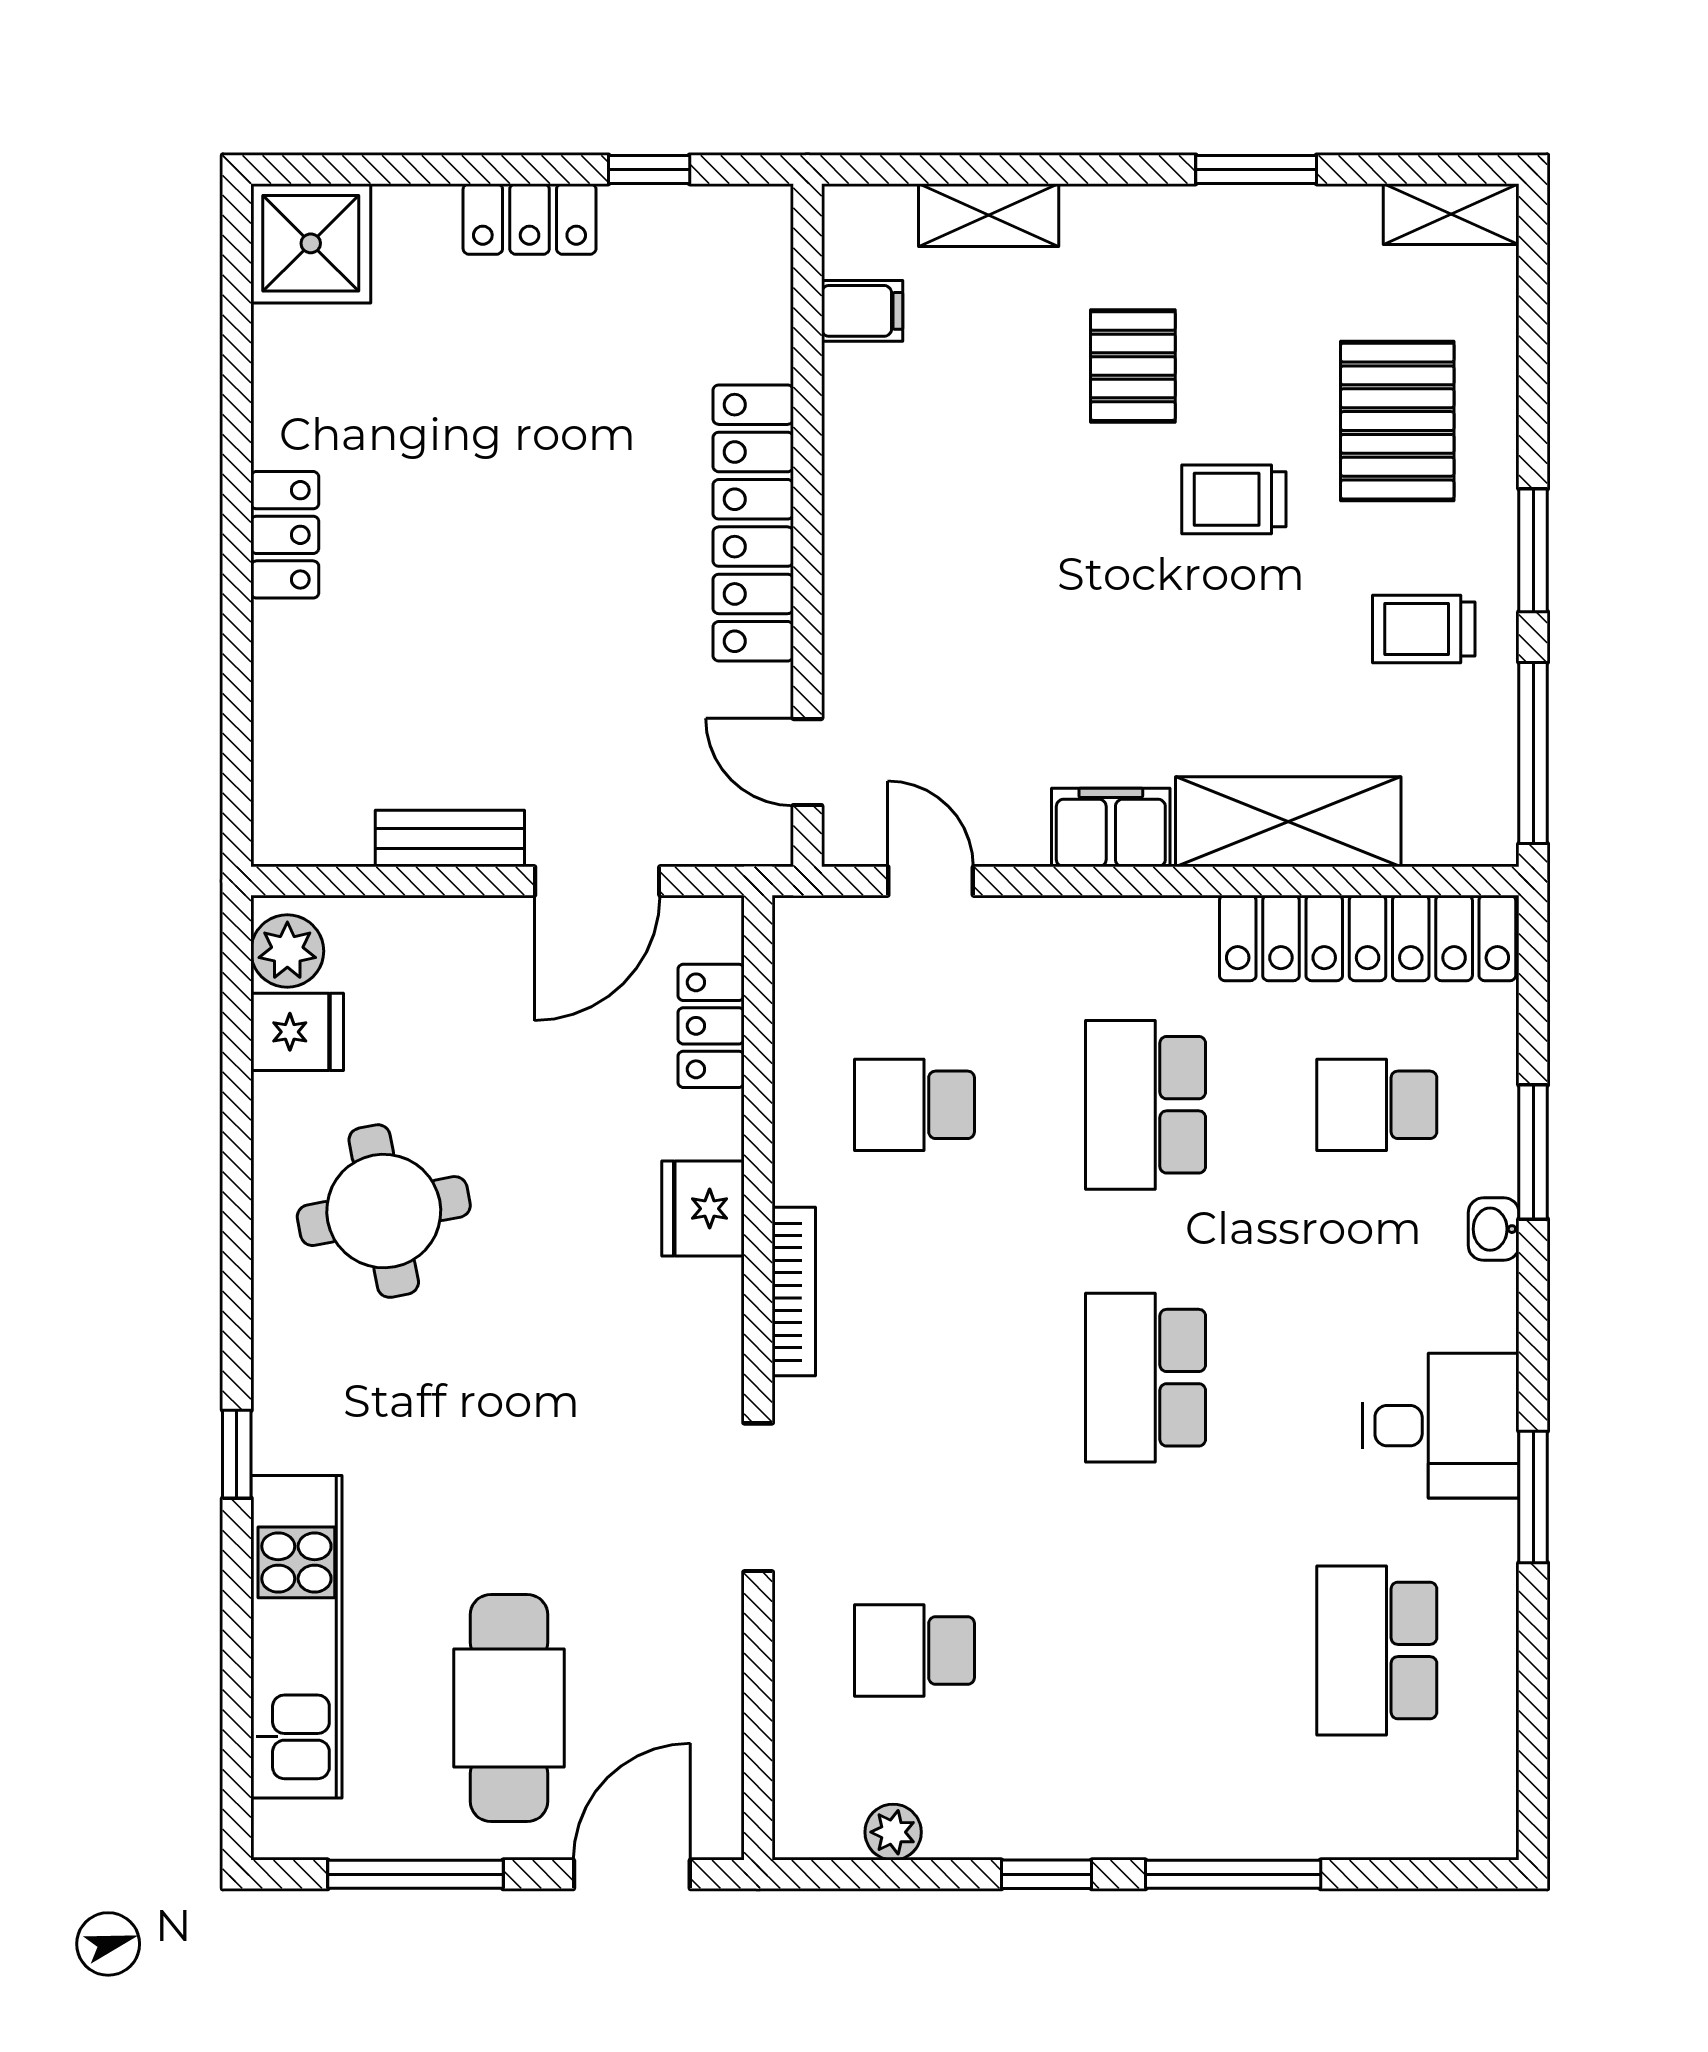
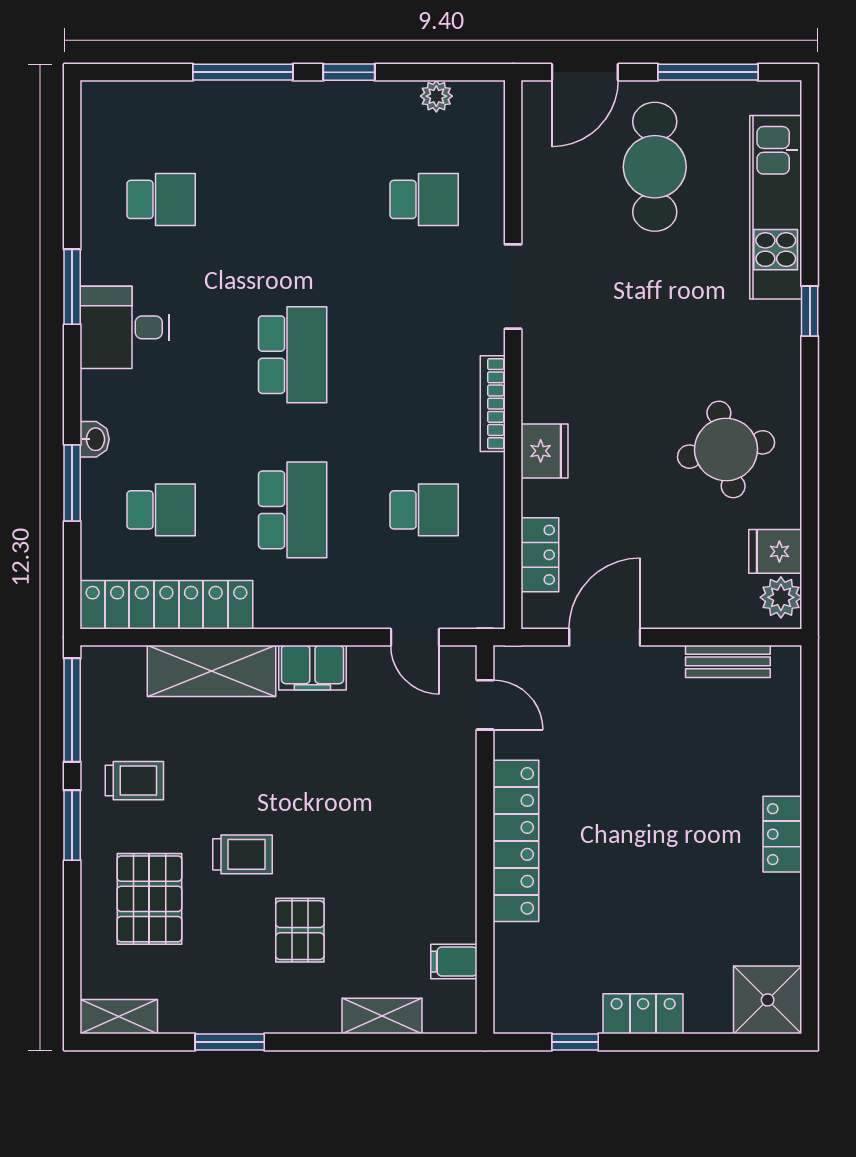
bench: (450, 838) -> (728, 661), moved
school desk: (1377, 1651) -> (161, 199), width x0.54

